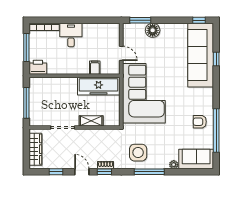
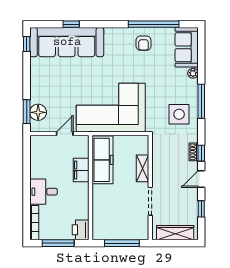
floor lamp: (153, 30) -> (38, 112), moved
filing cabinet: (95, 68) -> (81, 170), width x2.00

